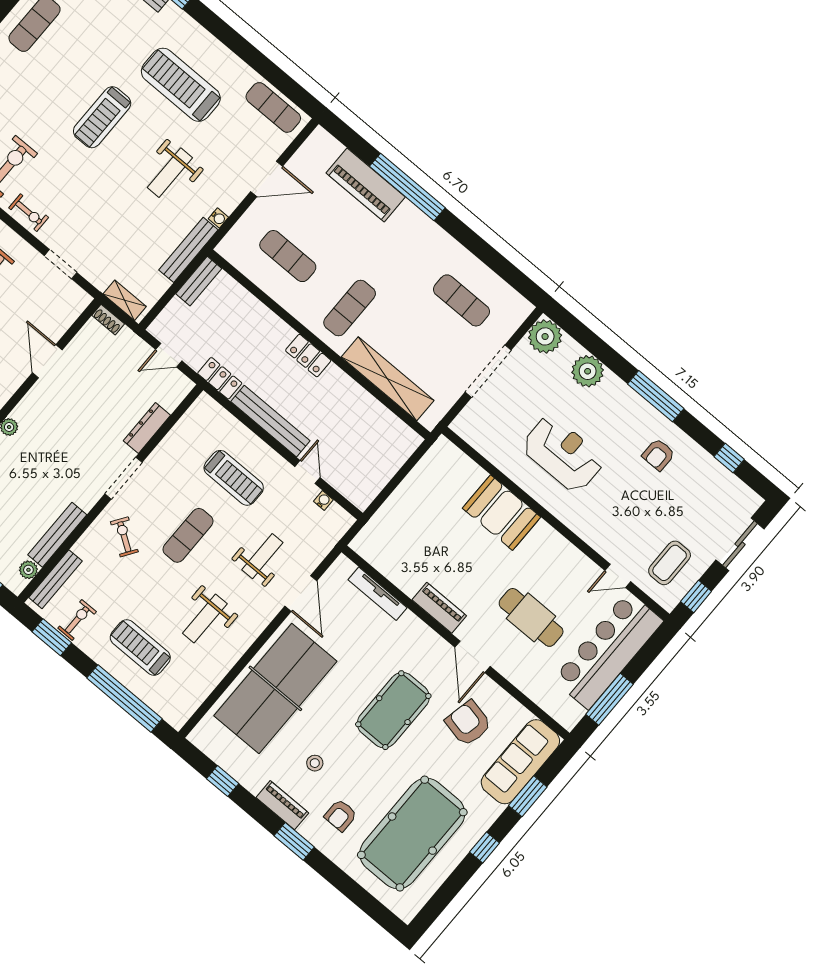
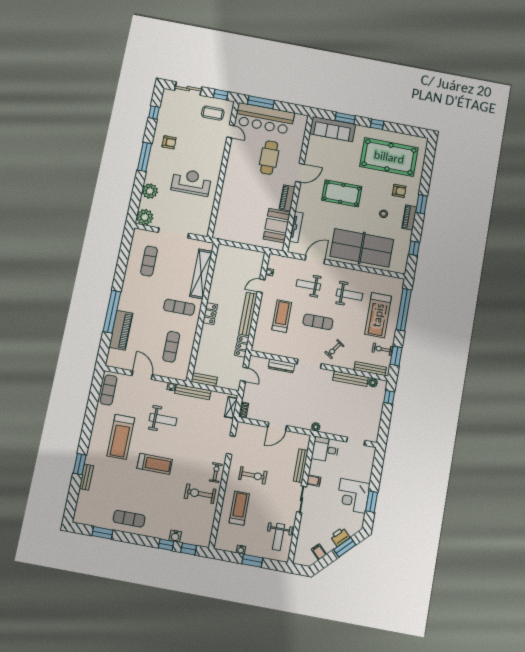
reception desk: (563, 454) -> (191, 182), turned 90
booth: (502, 513) -> (277, 226), moved
treadmill: (140, 647) -> (378, 315), width x1.37, depth x1.38
window: (610, 699) -> (261, 102), moved
armchair: (468, 723) -> (329, 159), removed

